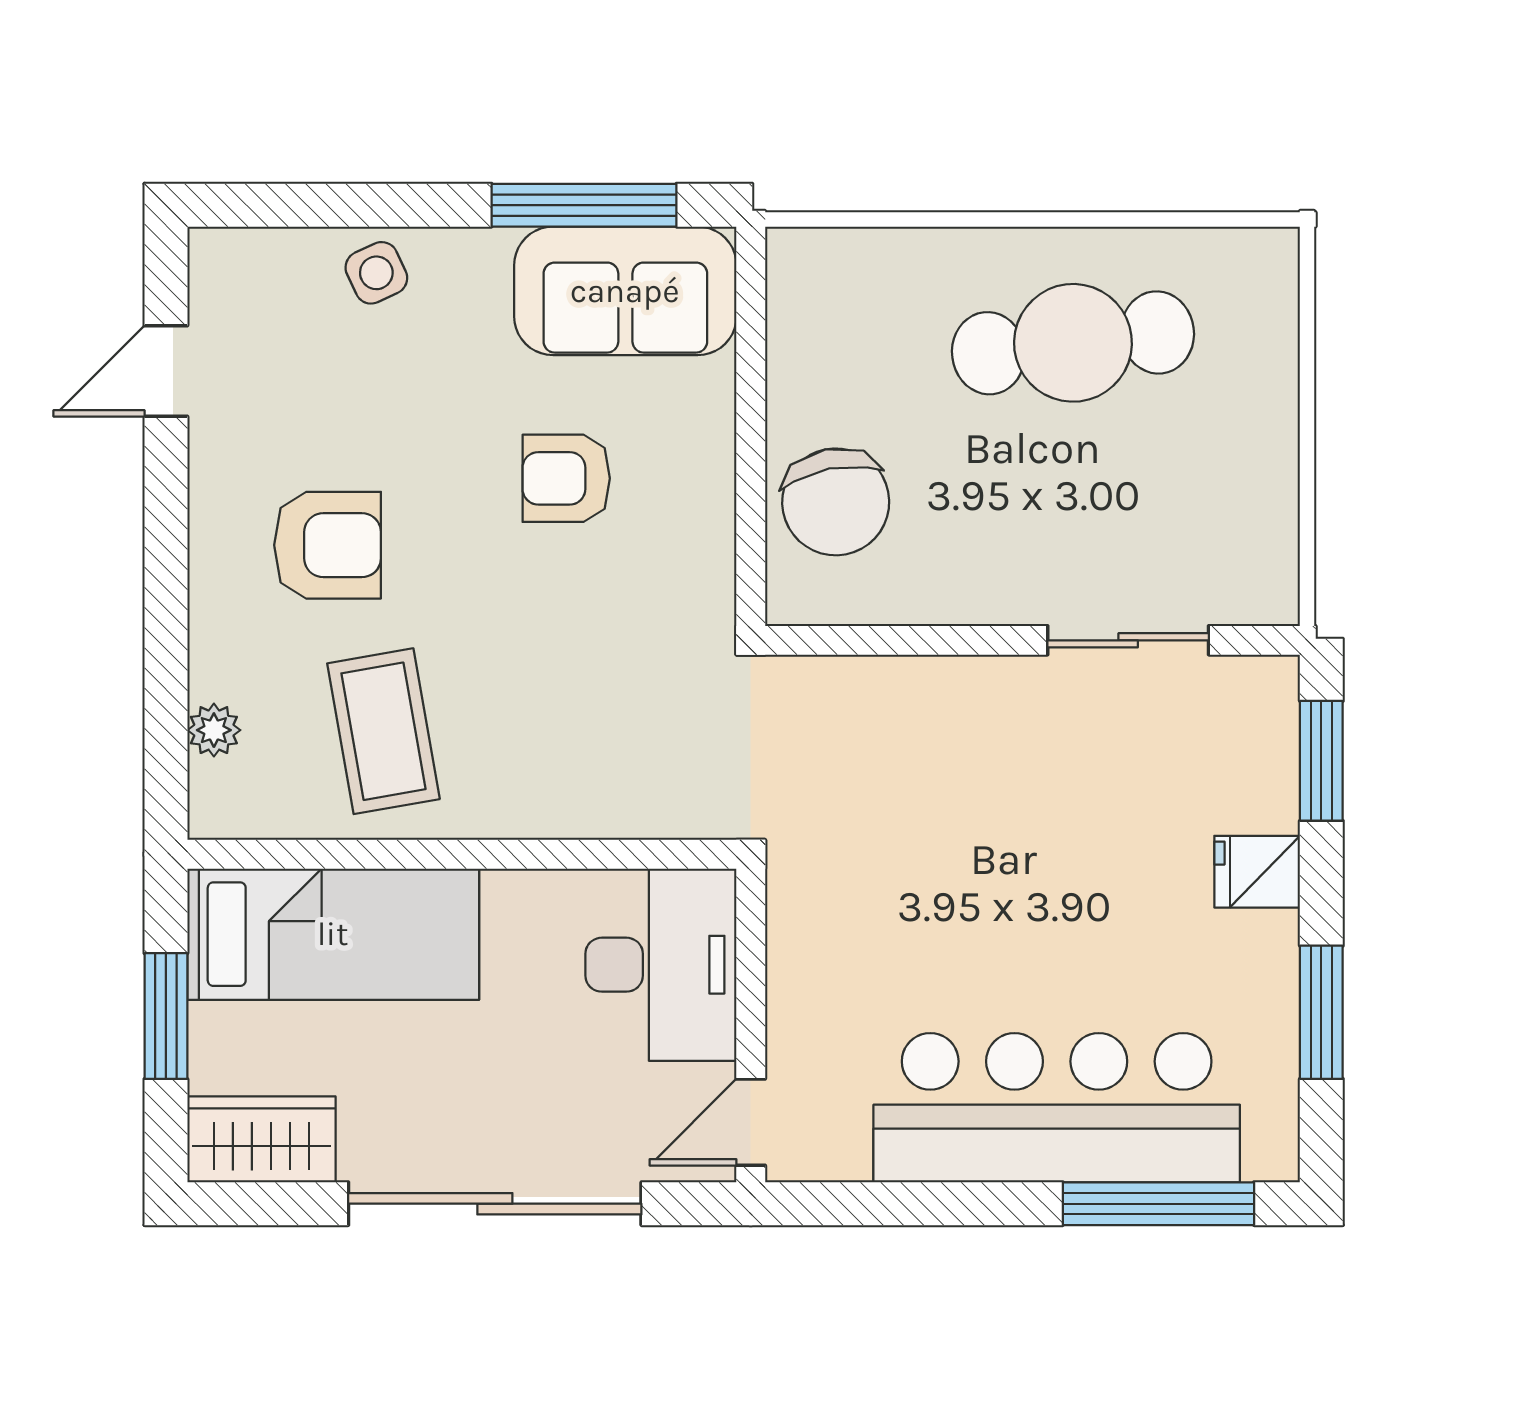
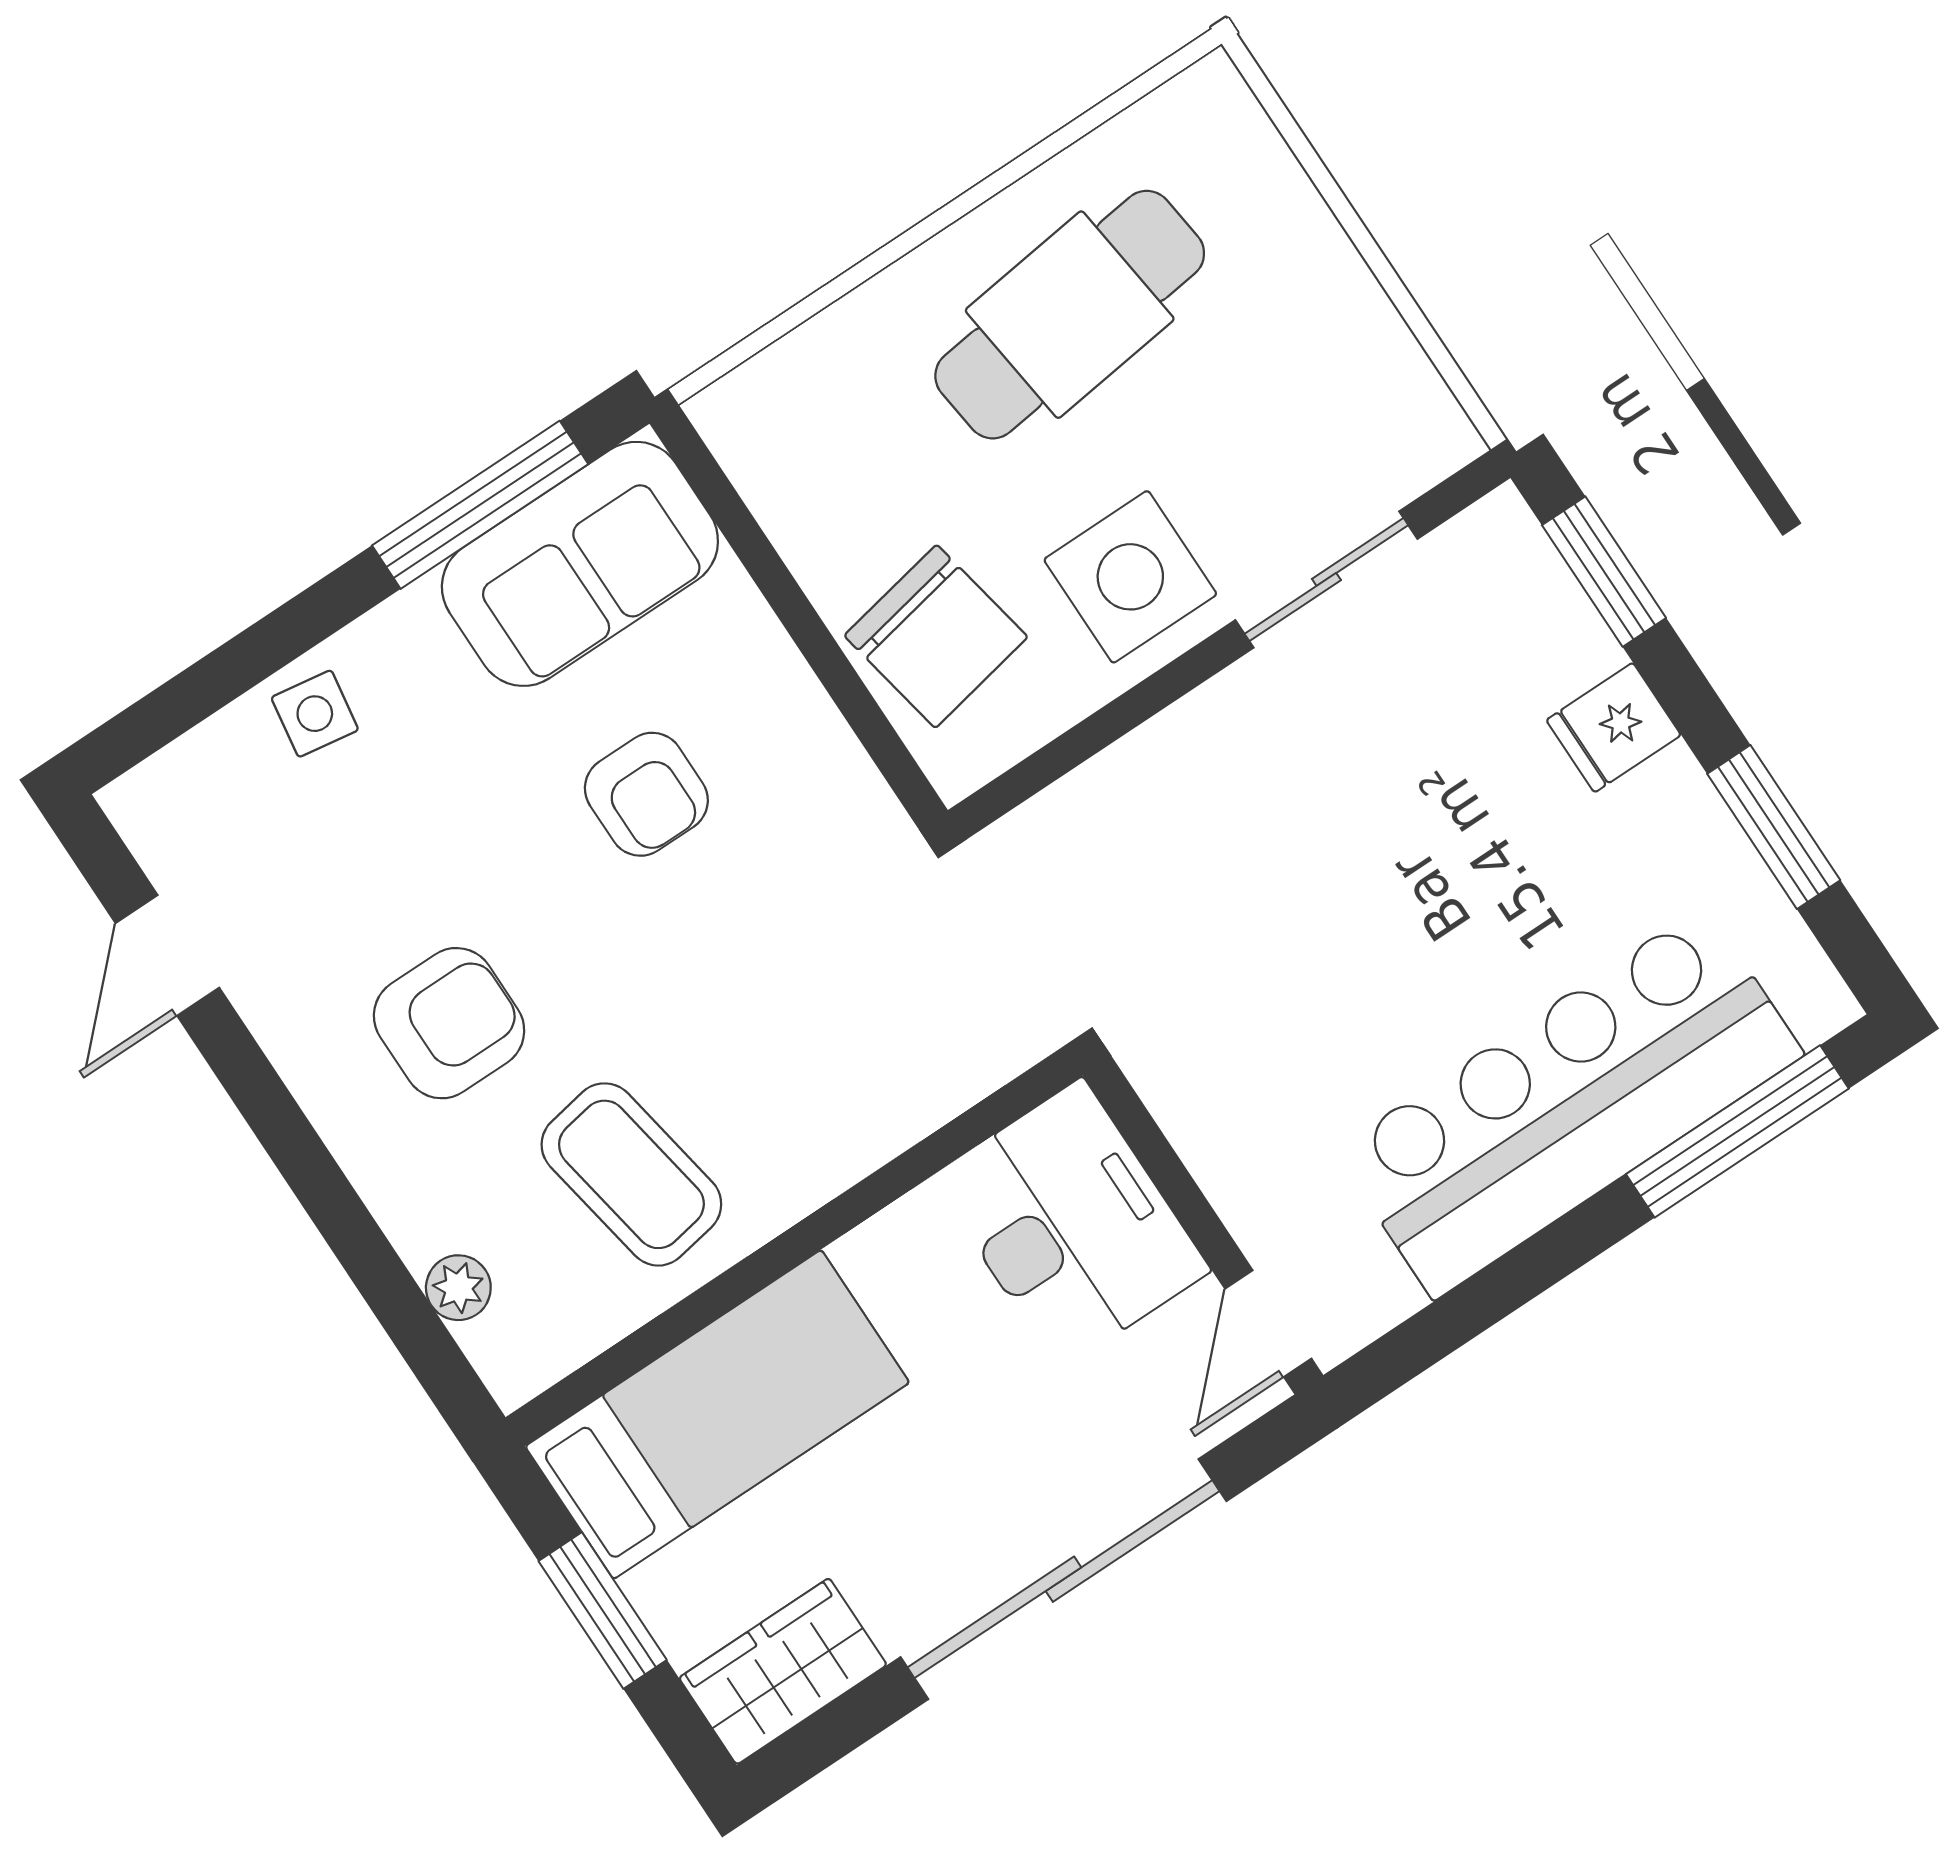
side table: (376, 273) -> (315, 714), turned 34
armchair: (566, 478) -> (646, 794), turned -90
side table: (995, 549) -> (1130, 577), added

